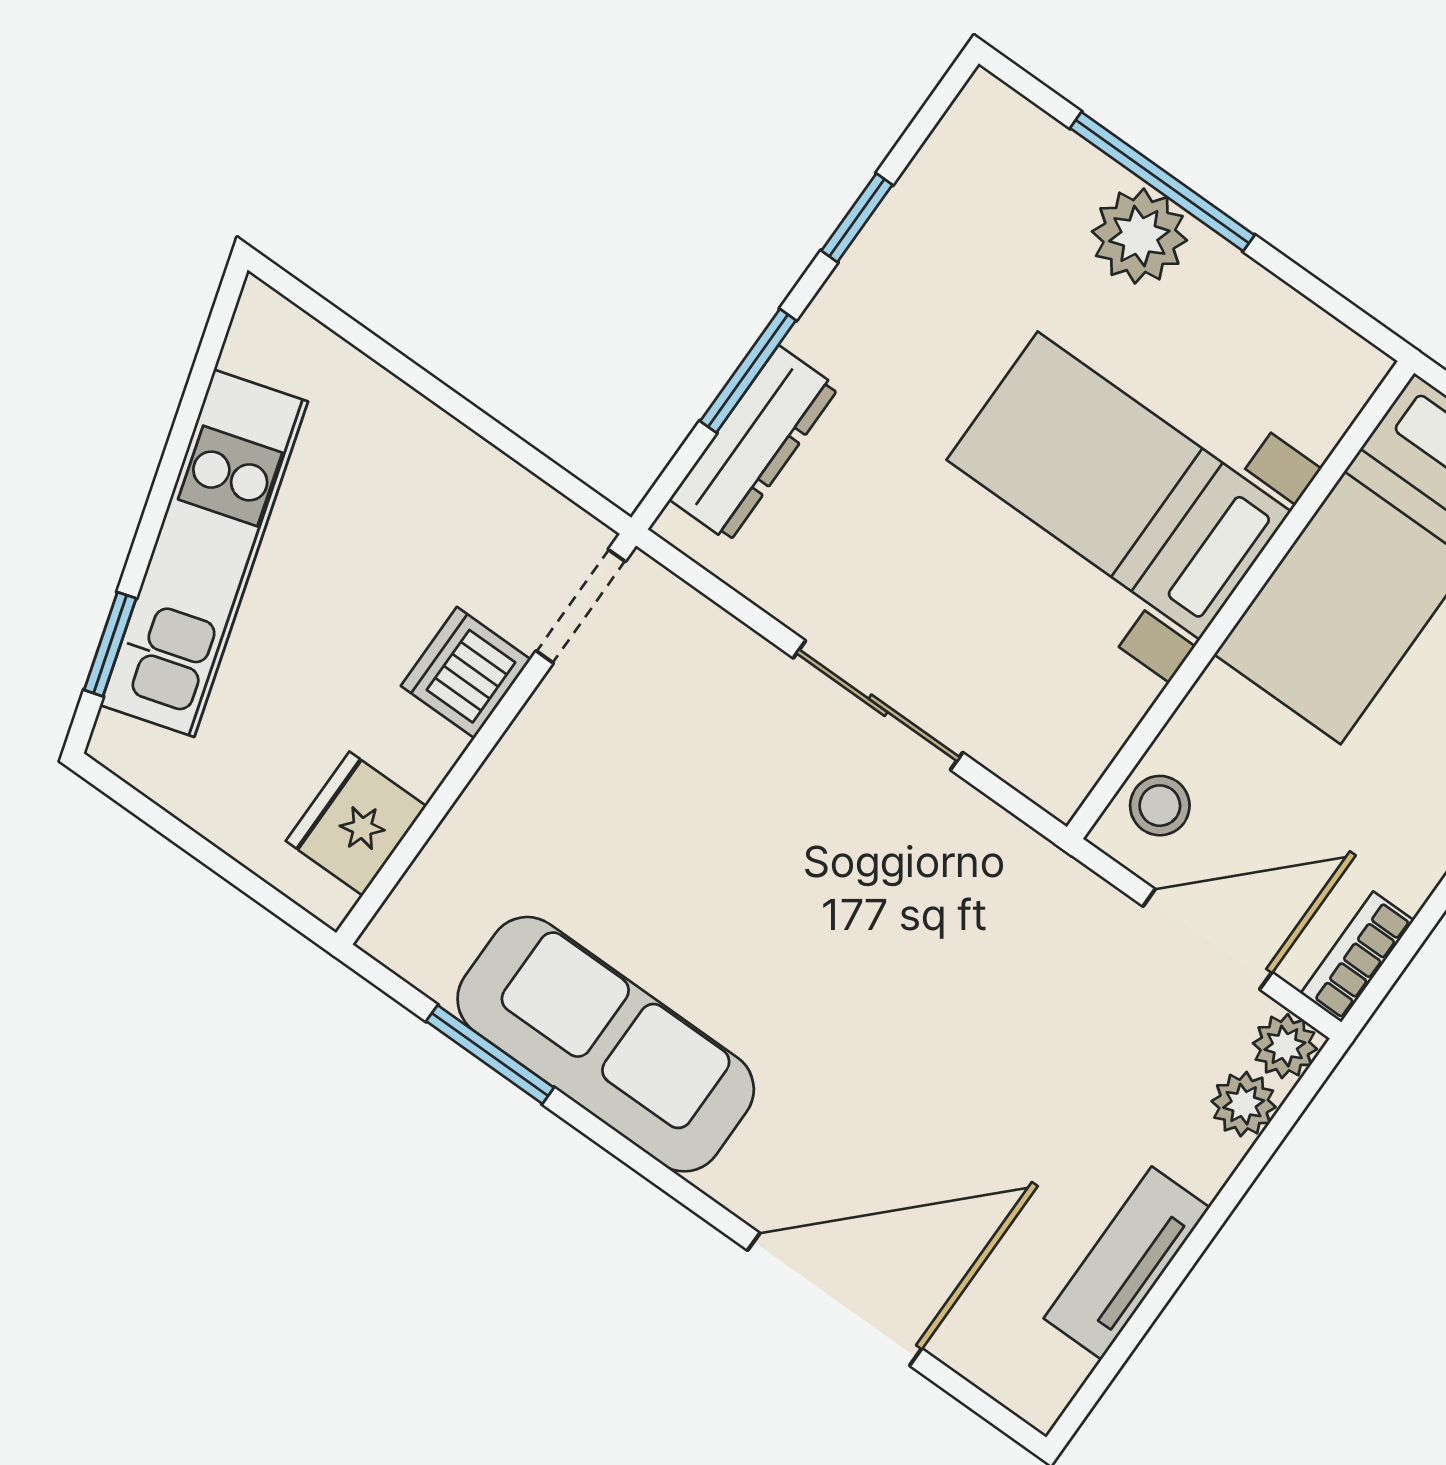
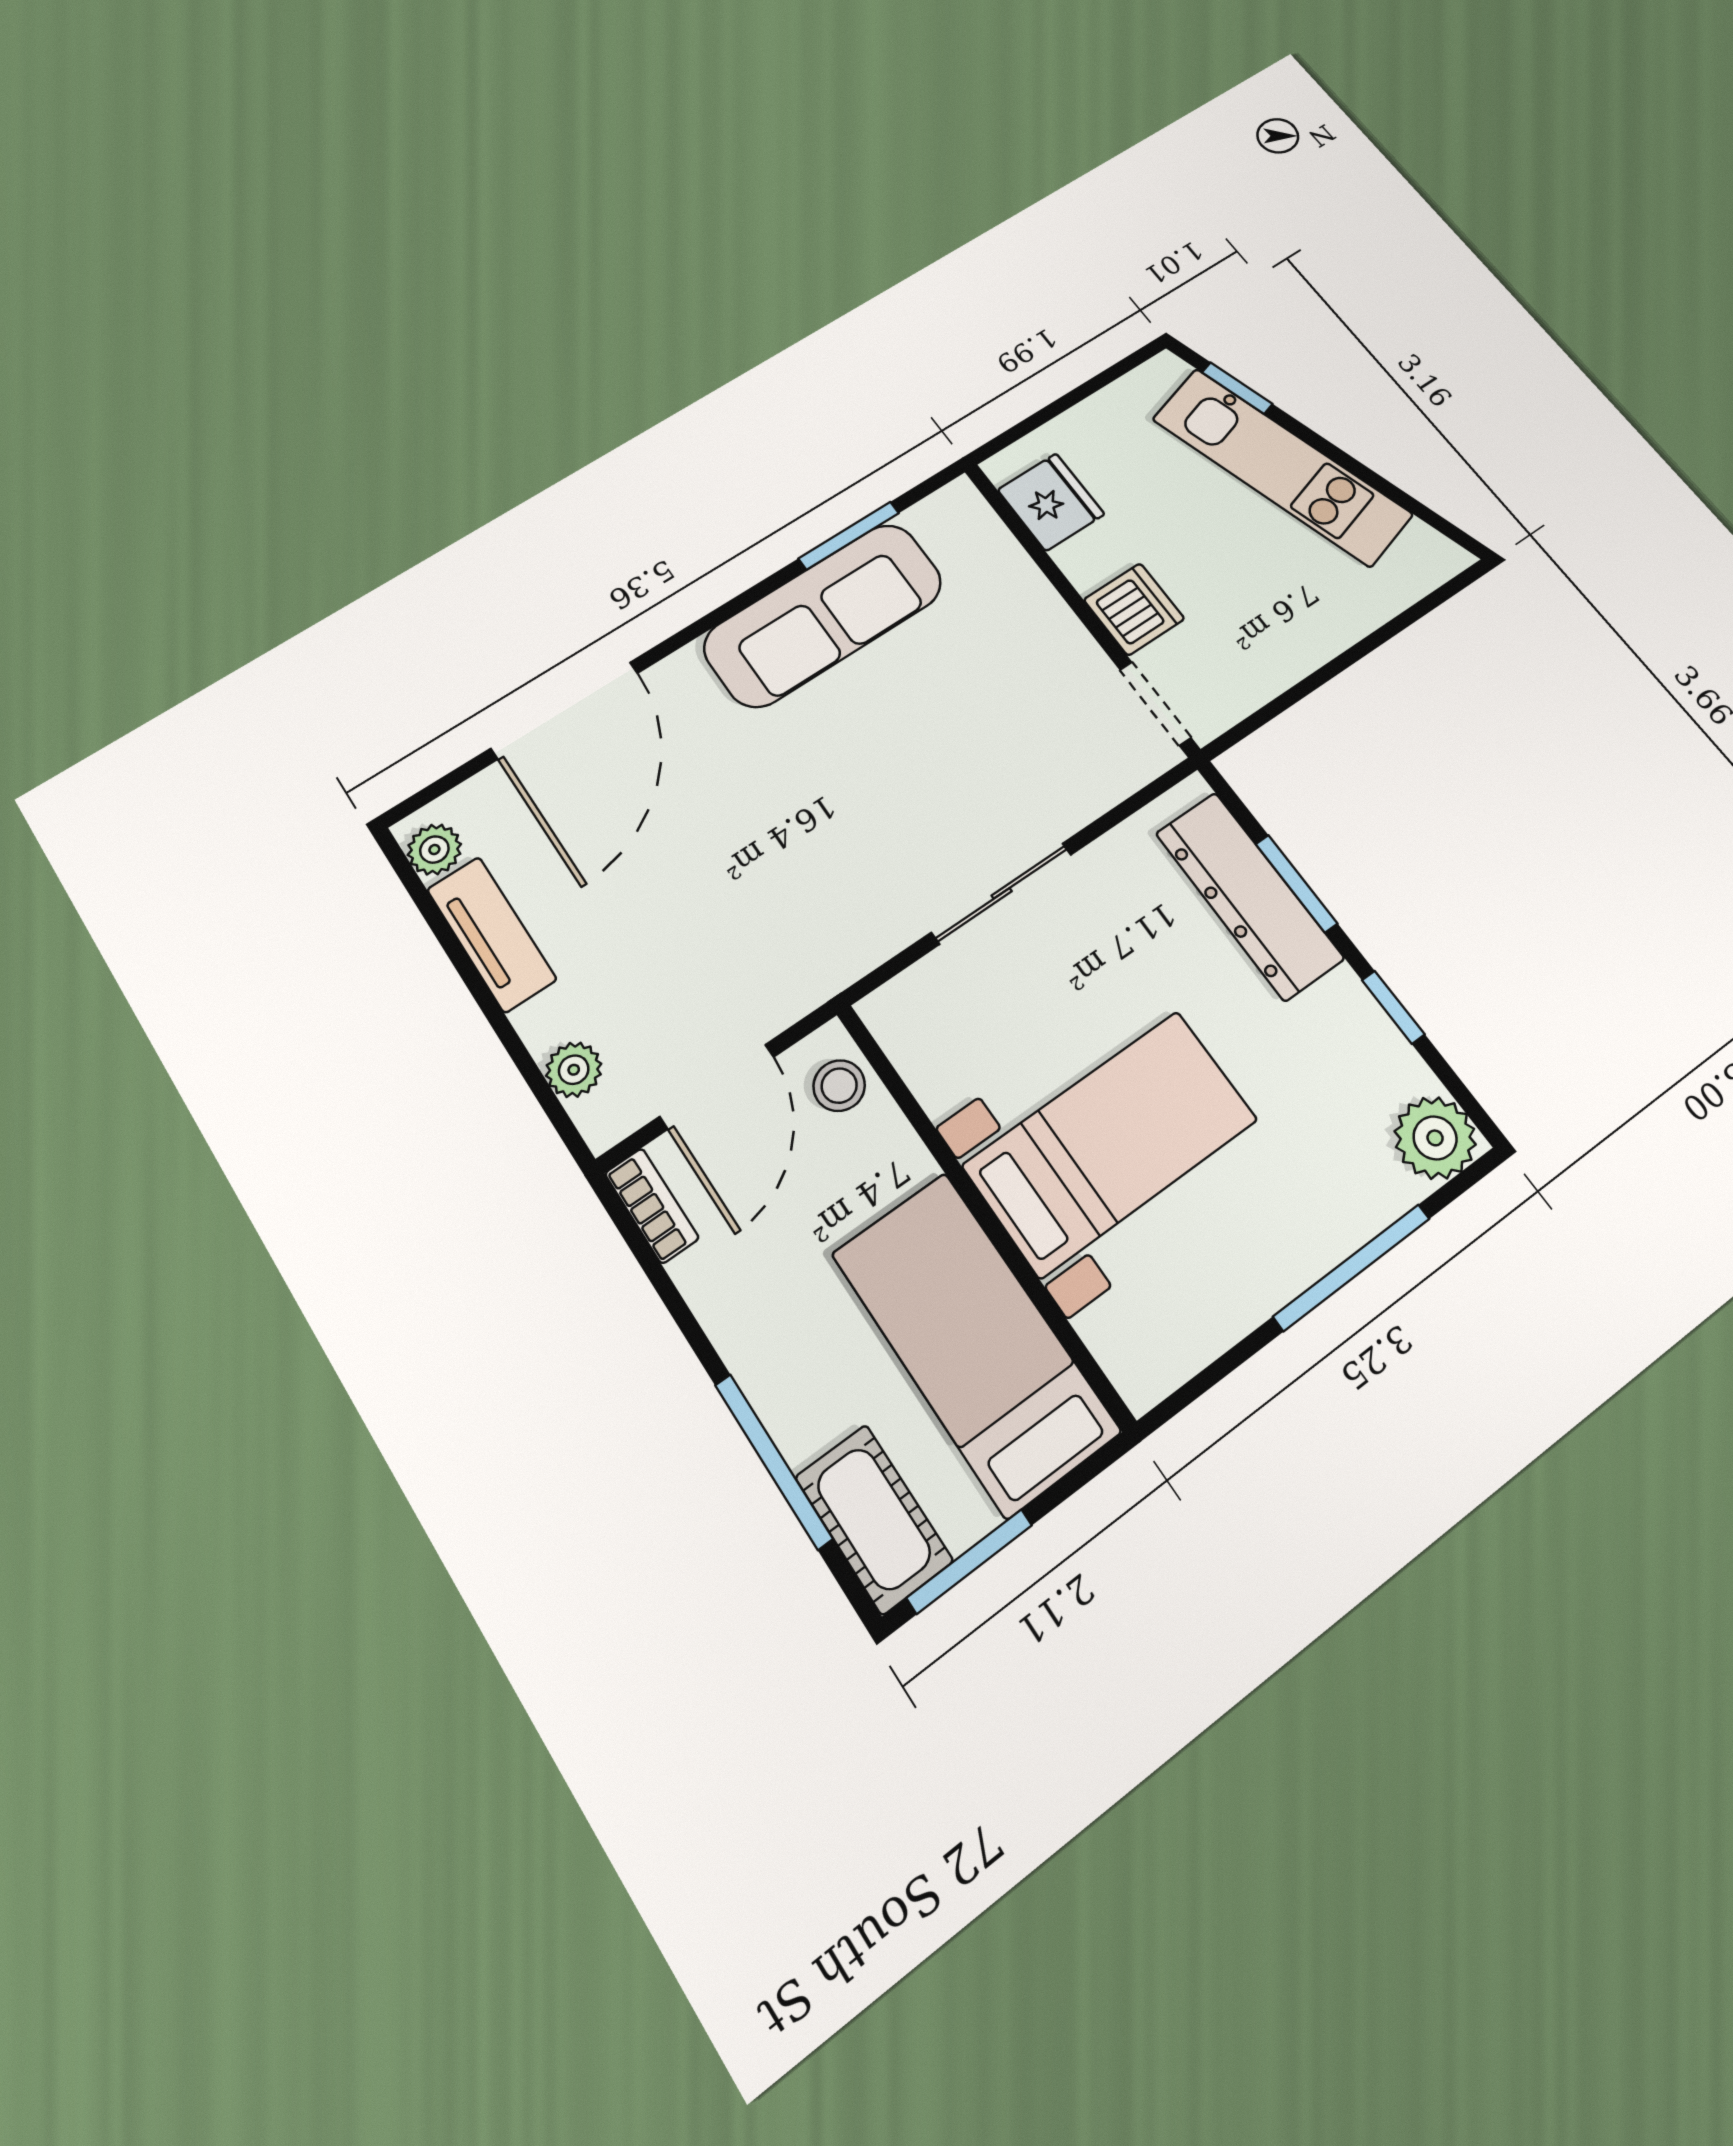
plant: (1139, 236) -> (1435, 1138), moved
dresser: (754, 444) -> (1249, 895), width x1.37, depth x1.24
plant: (1285, 1046) -> (434, 850), moved

